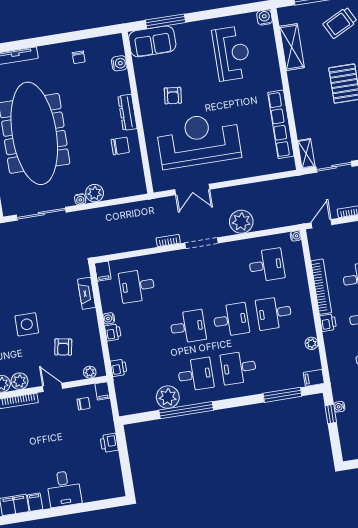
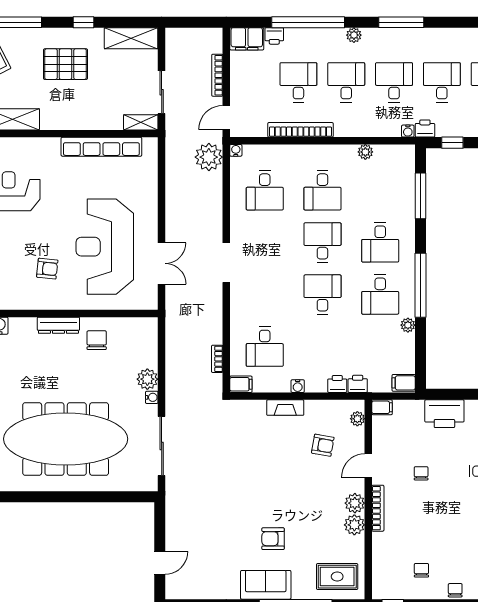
plant: (241, 222) -> (209, 157), moved
door: (322, 224) -> (226, 118), hinge flipped
bookcase: (168, 241) -> (217, 359), moved
desk: (266, 265) -> (265, 190), turned 180
fireplace: (87, 293) -> (285, 408), moved
printer: (328, 323) -> (425, 128), moved
side table: (27, 324) -> (289, 484), removed
printer: (113, 332) -> (337, 384), moved
desk: (196, 375) -> (380, 295), turned 180
filing cabinet: (314, 378) -> (404, 383), moved, turned 90
plant: (168, 397) -> (408, 325), width x0.53, depth x0.53
chair: (83, 404) -> (421, 473), moved
water cooler: (339, 407) -> (408, 131), moved
window: (186, 410) -> (420, 285), moved
printer: (109, 443) -> (444, 414), width x1.87, depth x1.48

